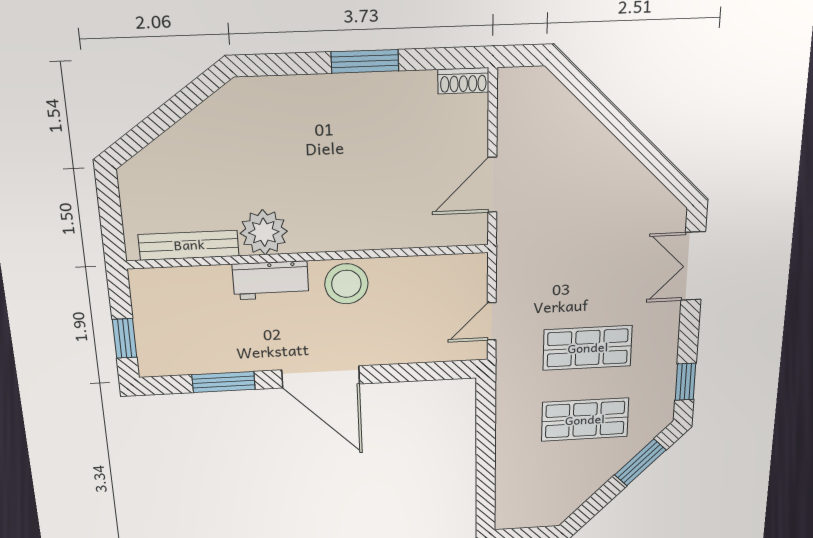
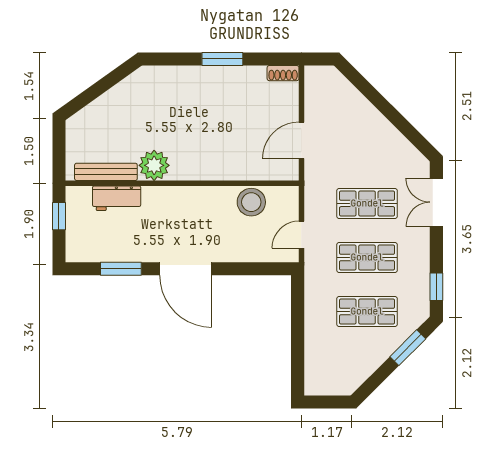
shop shelf: (590, 273) -> (367, 203), added
workbench: (271, 280) -> (117, 198), moved
stool: (346, 284) -> (251, 202), moved
window: (125, 338) -> (59, 216), moved

